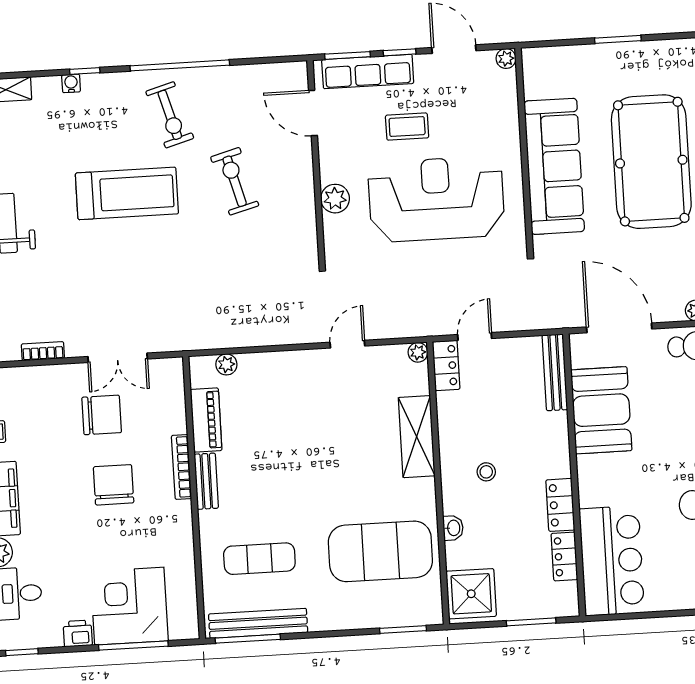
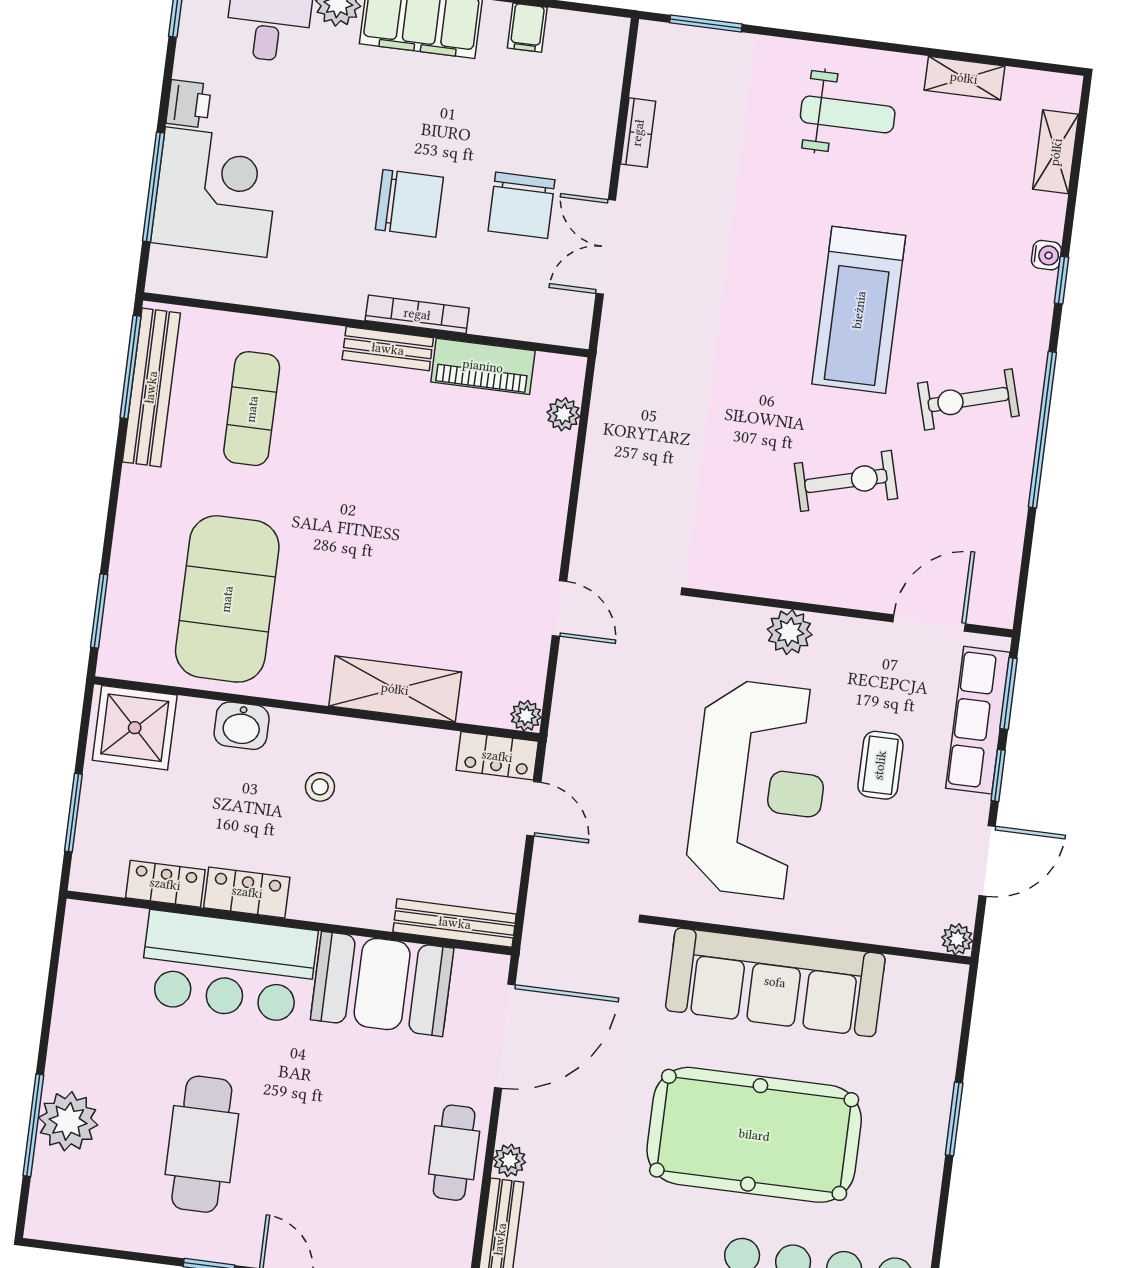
washbasin: (453, 528) -> (242, 726), width x1.38, depth x1.45
bar counter: (612, 561) -> (228, 967), moved

